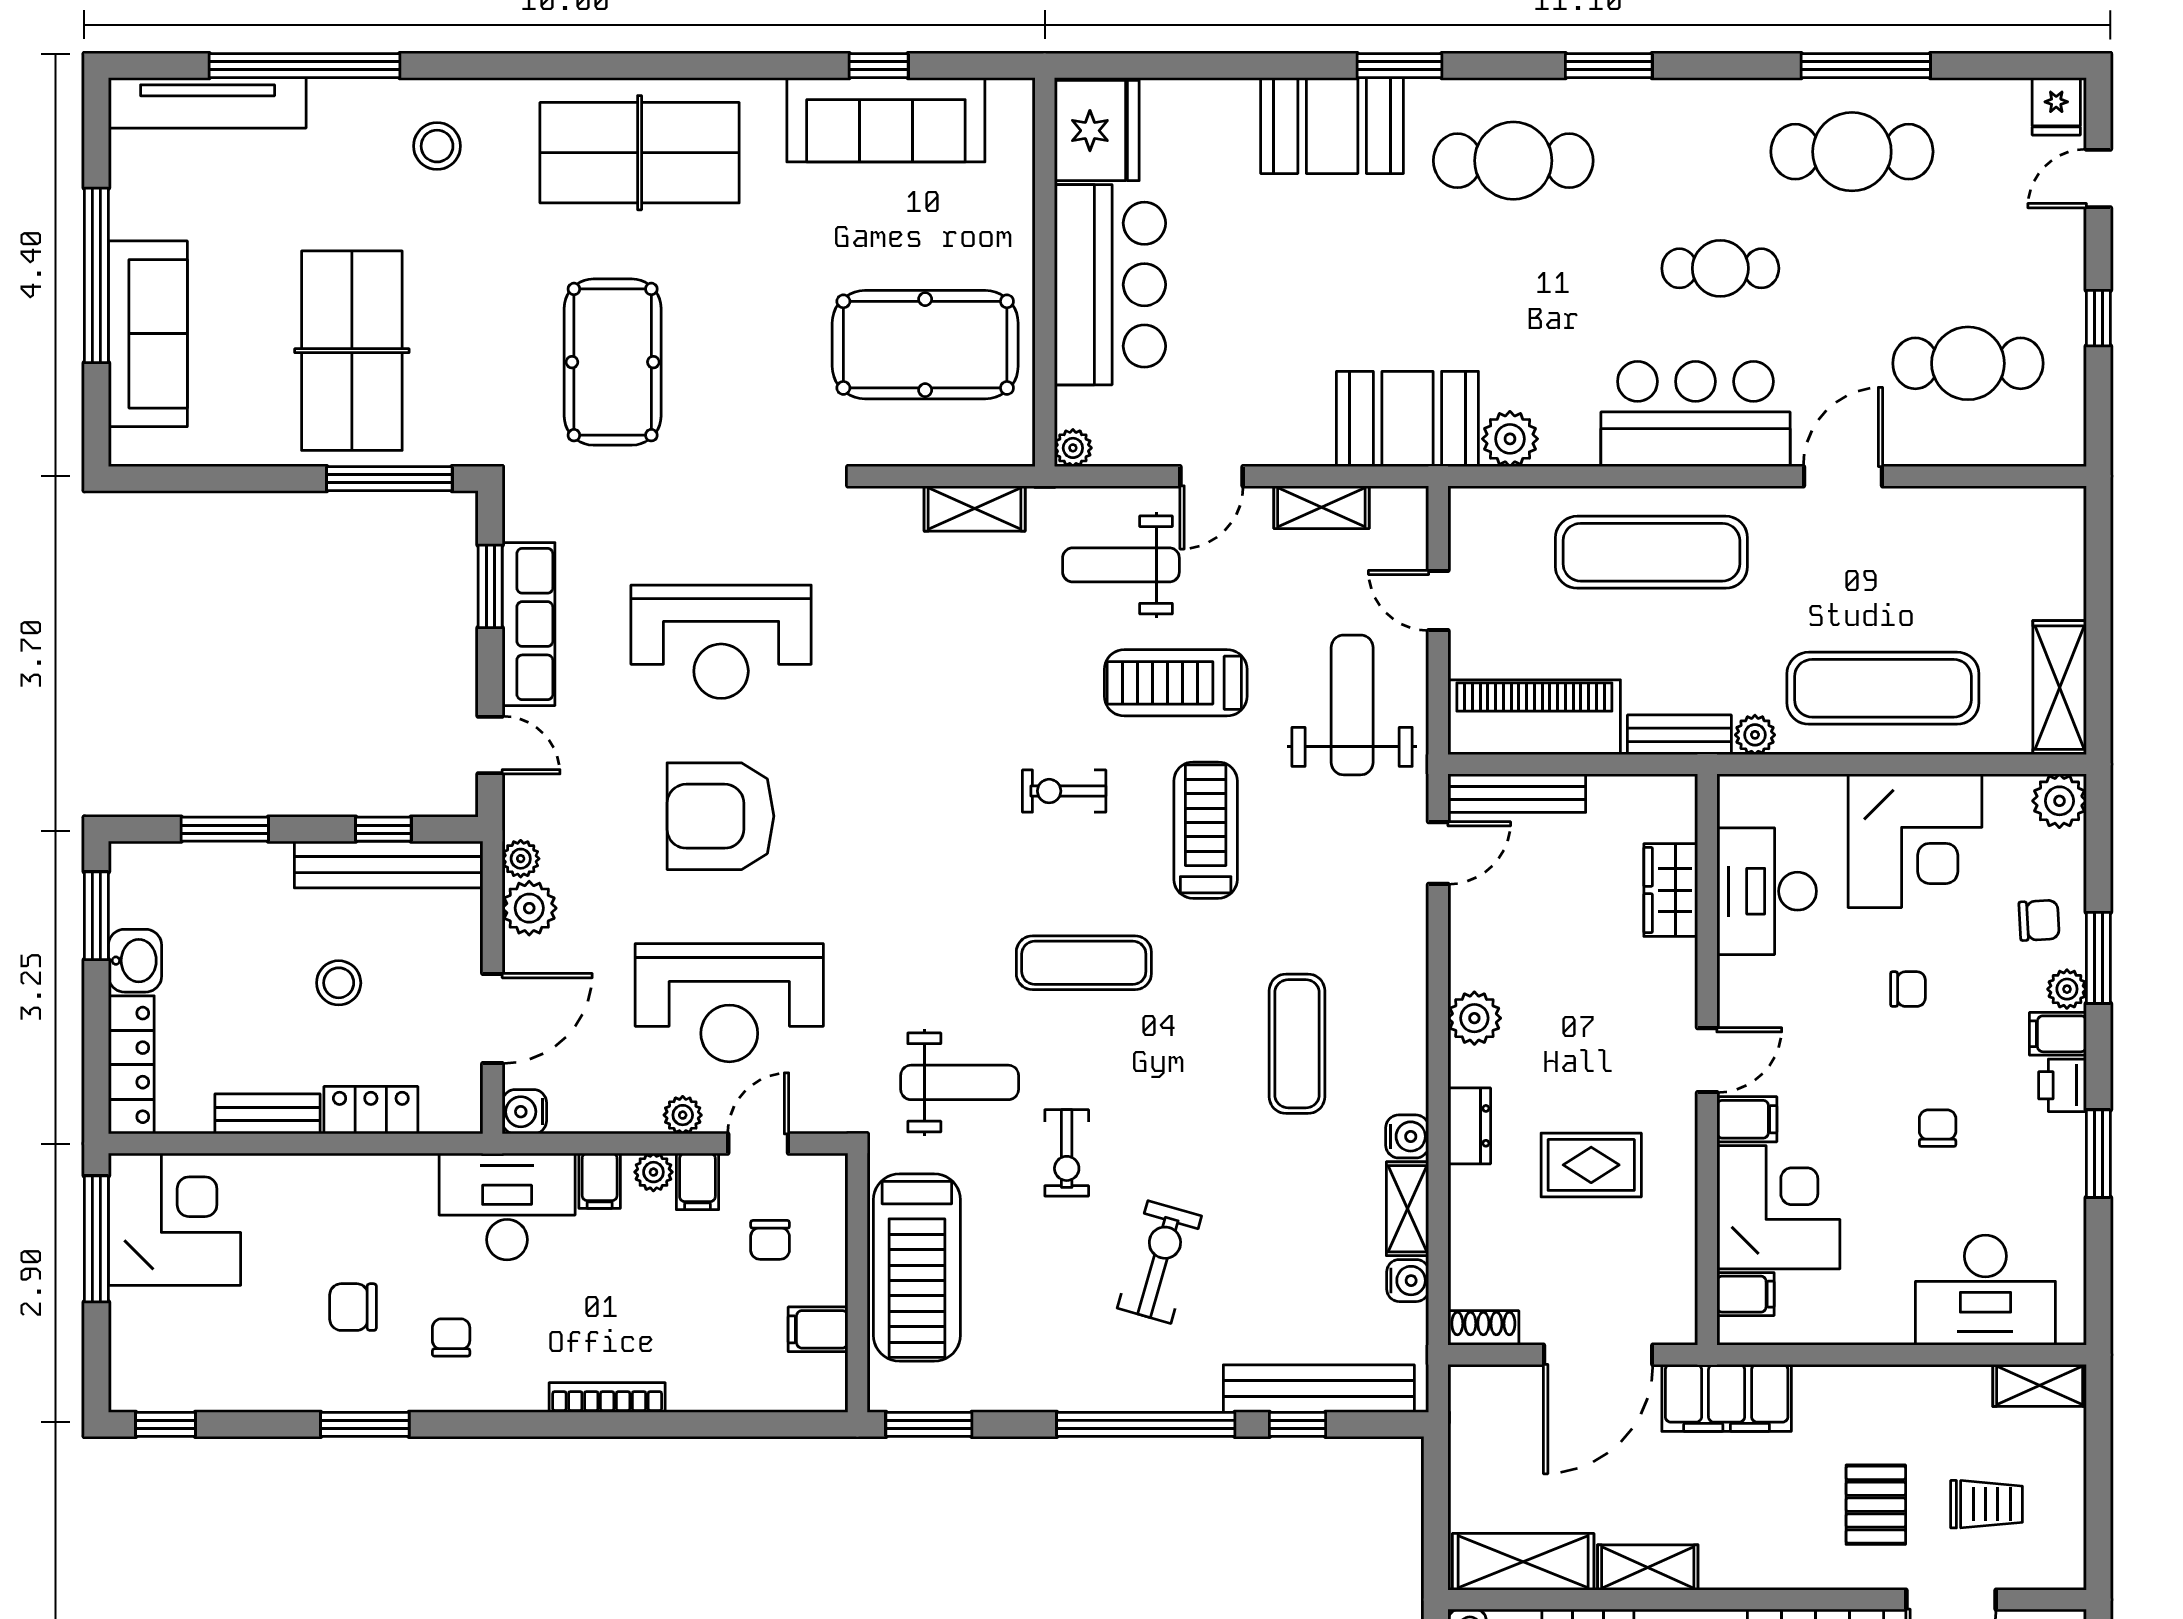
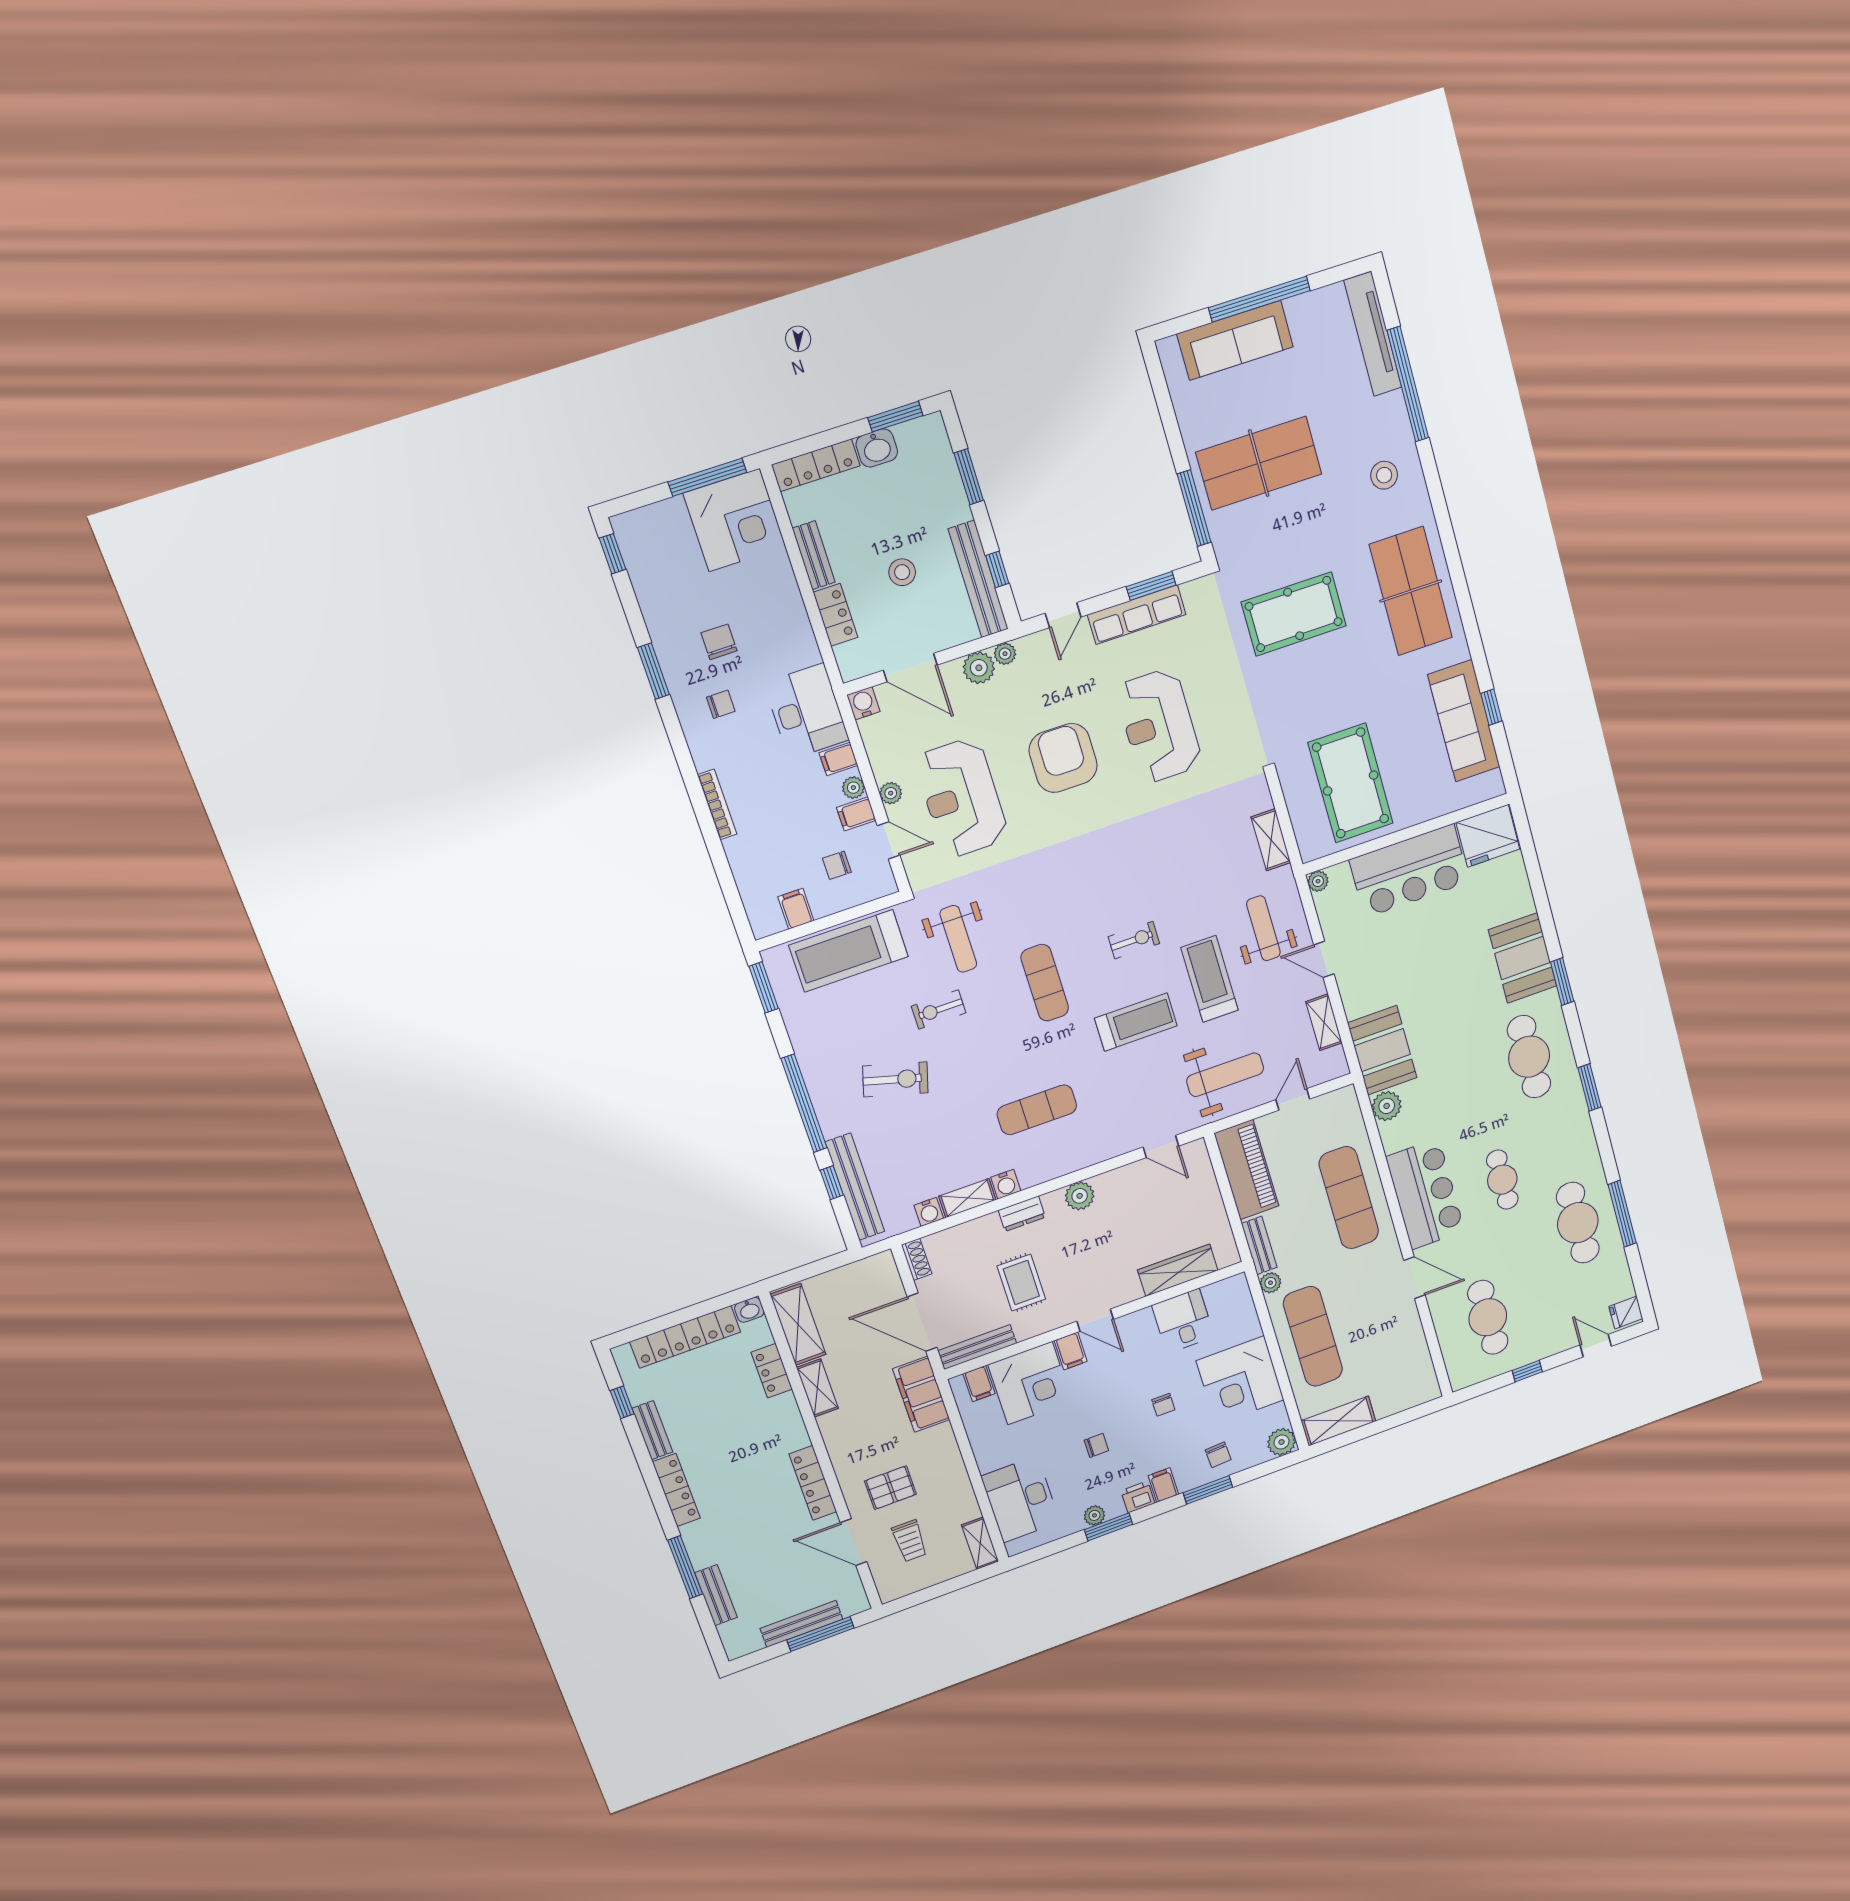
exercise bike: (1064, 791) -> (1134, 940), turned 90
bench: (1517, 793) -> (977, 1347), moved, turned 90
wardrobe: (1671, 890) -> (1178, 1270), width x1.50
desk: (1767, 891) -> (1183, 1321), width x0.73
plant: (2067, 989) -> (1094, 1515), moved

